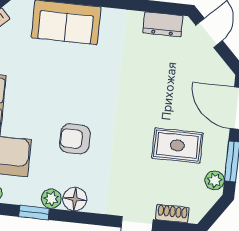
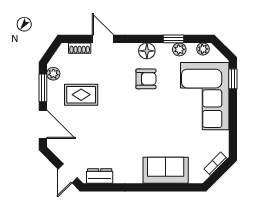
armchair: (75, 139) -> (146, 79), moved
plant: (51, 199) -> (179, 49), moved

